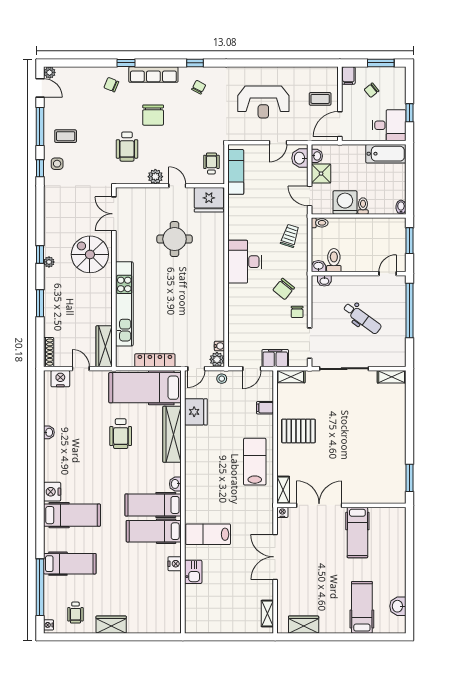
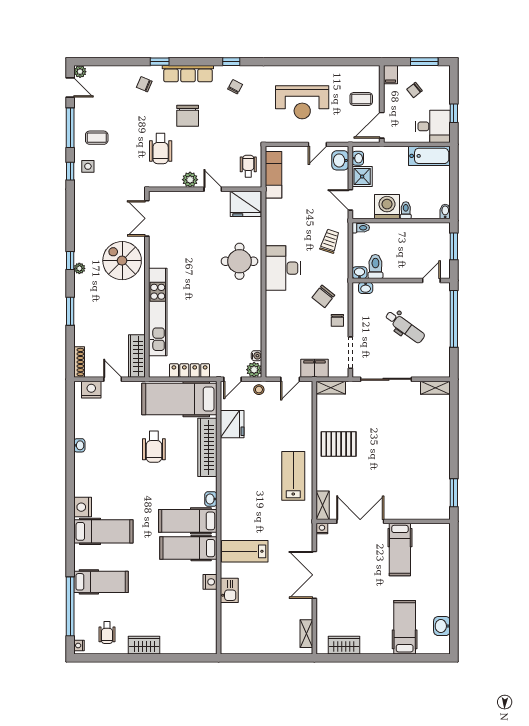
round table: (175, 239) -> (239, 261), moved
filing cabinet: (265, 408) -> (304, 420), removed

